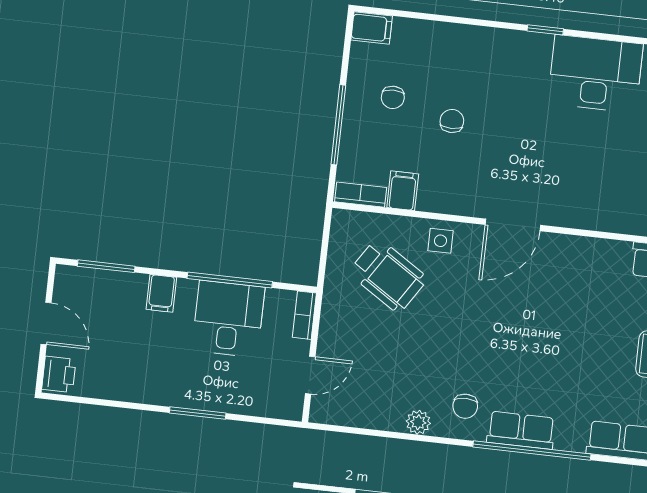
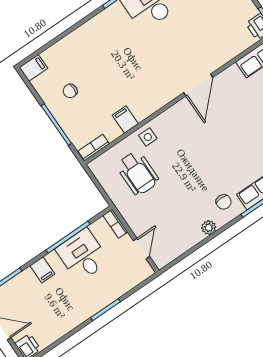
chair: (393, 97) -> (70, 91), turned 90
chair: (452, 121) -> (106, 78), removed
filing cabinet: (403, 191) -> (125, 120), moved
door: (513, 225) -> (198, 85), moved
wheelchair: (388, 275) -> (138, 173), turned 57

